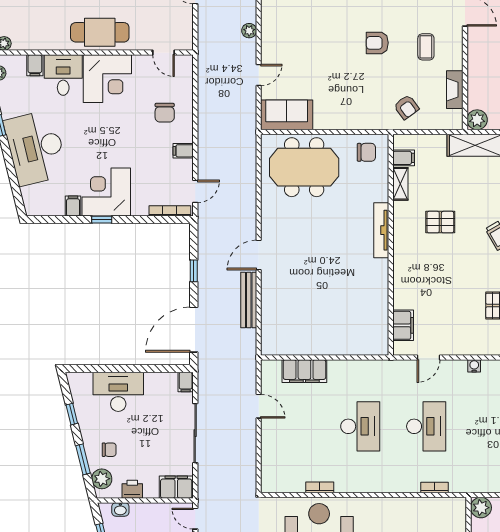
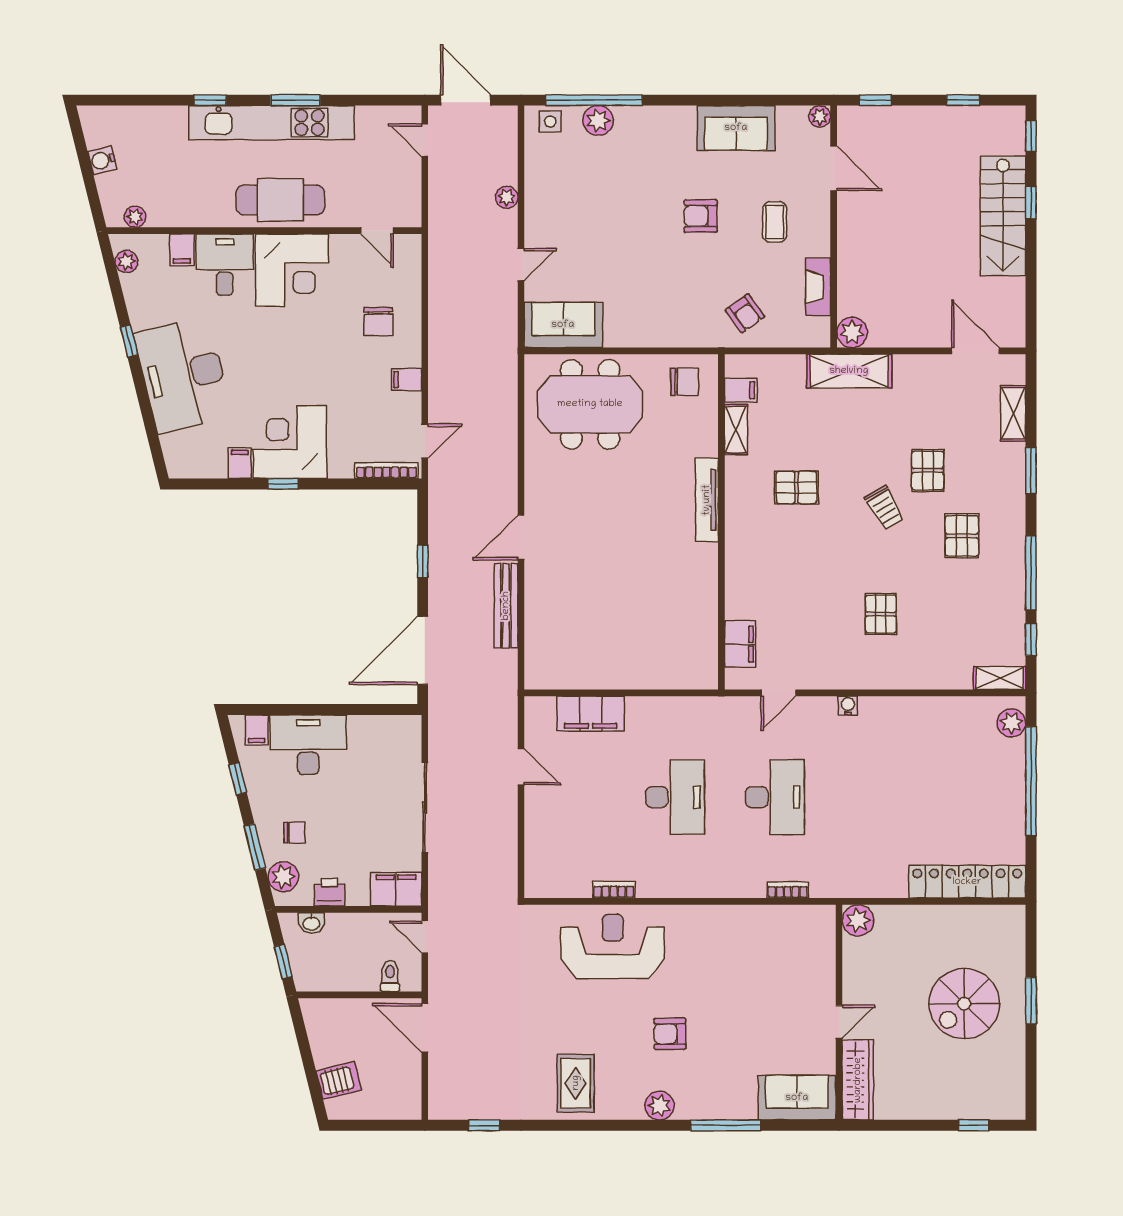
filing cabinet: (186, 382) -> (257, 730), moved

